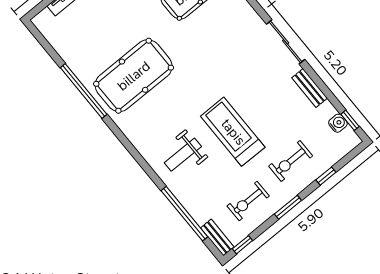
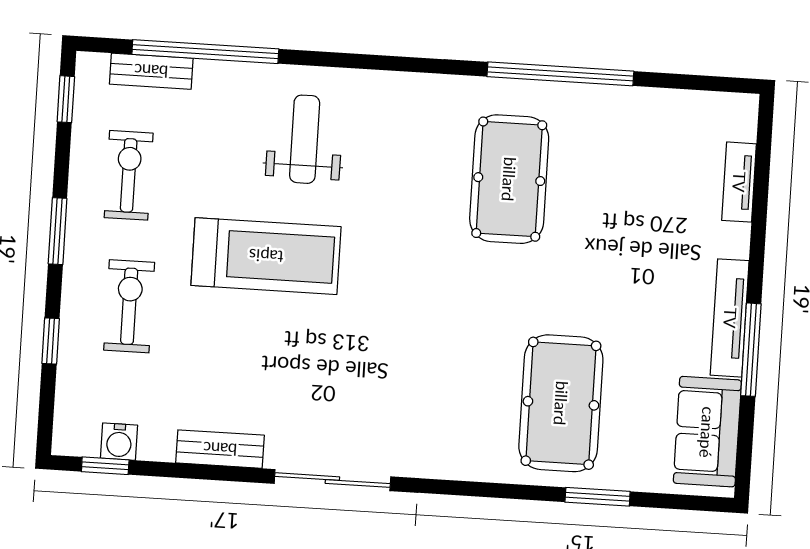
pool table: (134, 76) -> (509, 179), width x0.73, depth x0.76
bench: (217, 237) -> (151, 71), moved

